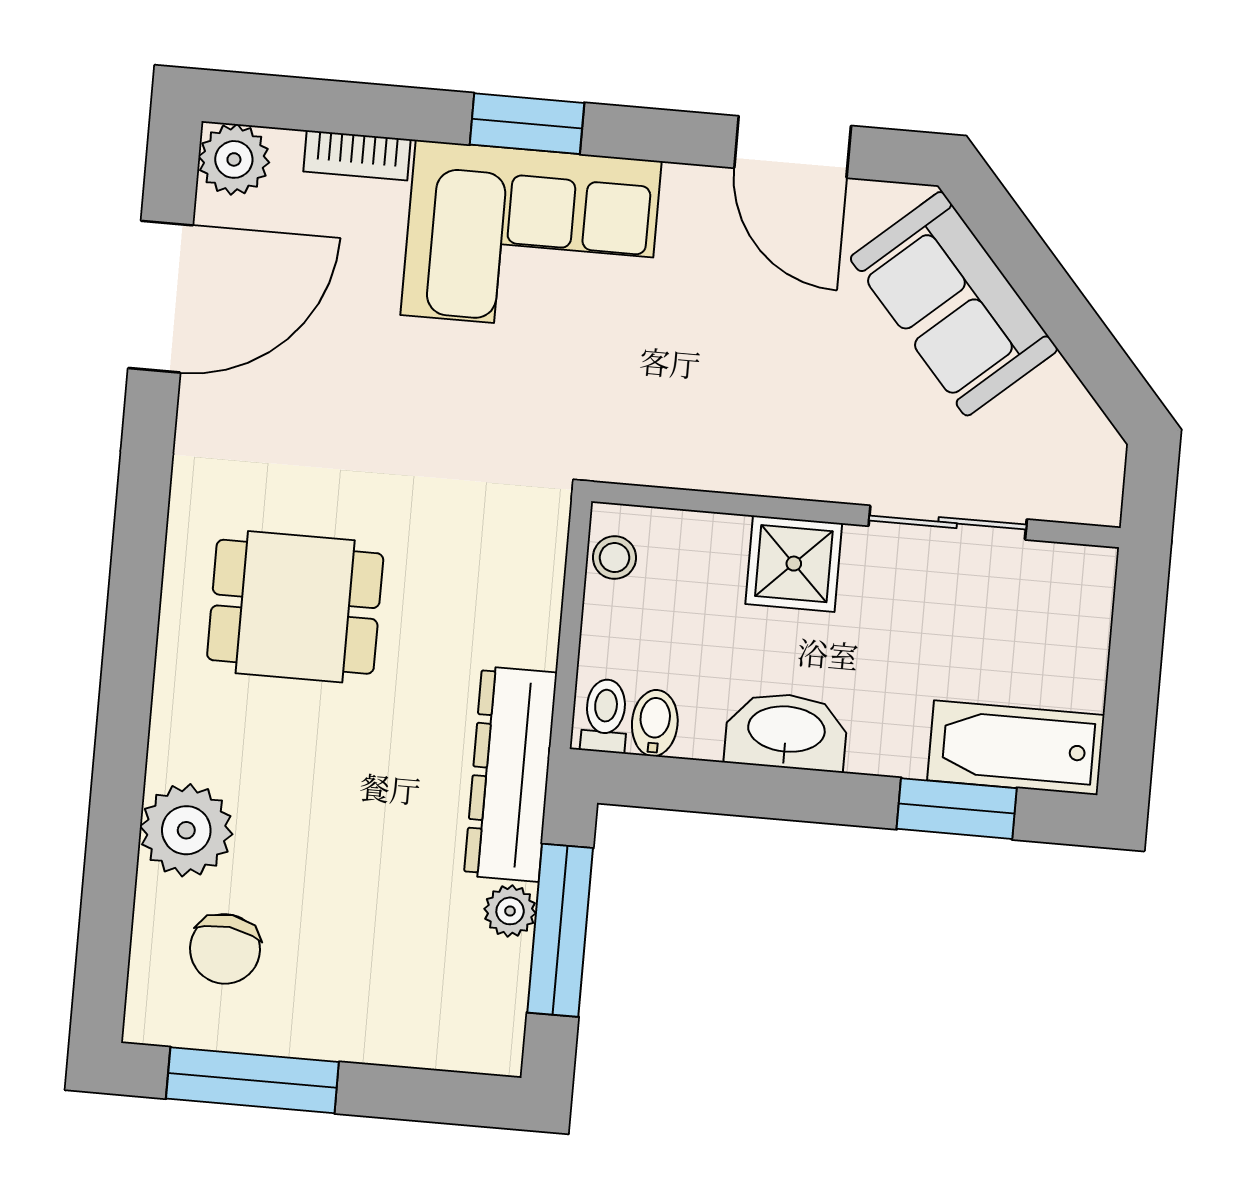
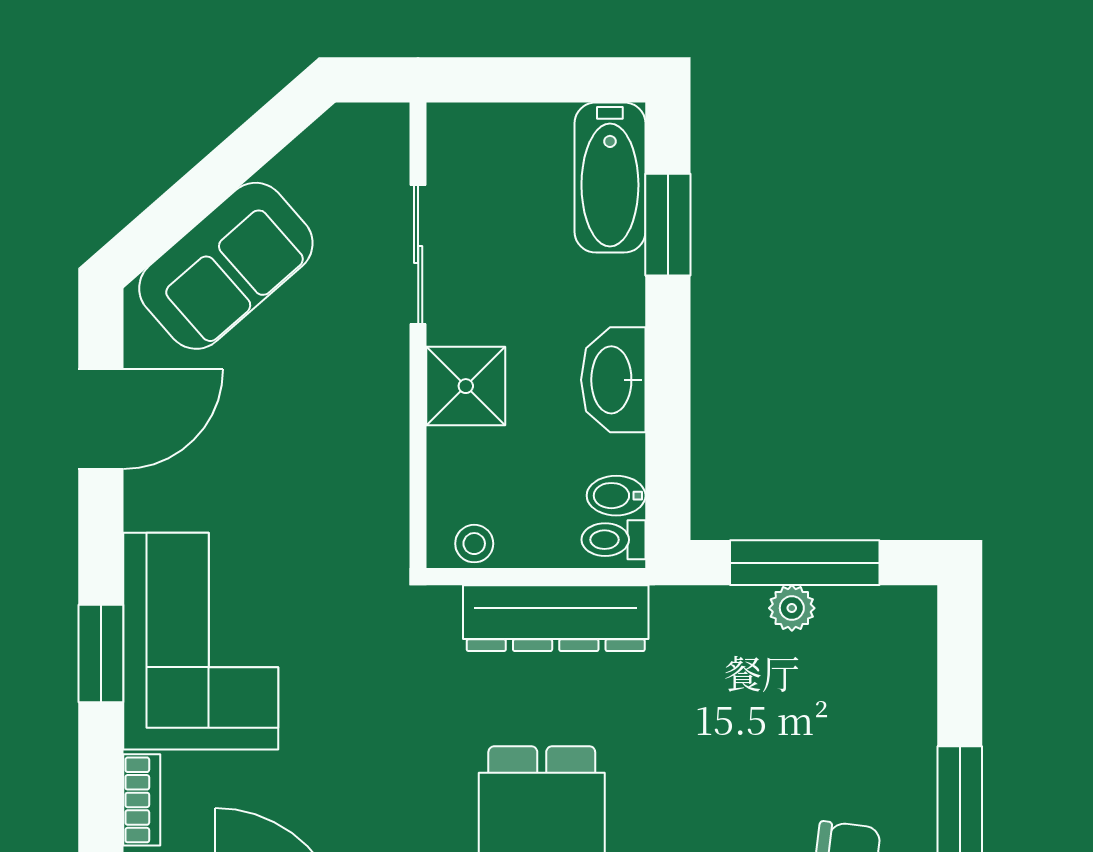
dresser: (510, 774) -> (556, 618), moved

